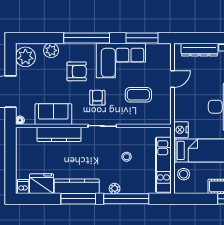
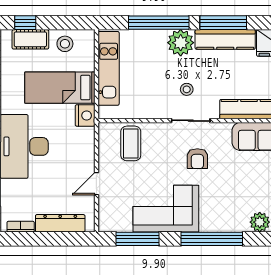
armchair: (77, 71) -> (225, 194), removed
coffee table: (138, 95) -> (131, 143), moved, turned 90
stool: (127, 157) -> (187, 89), moved
stool: (184, 174) -> (65, 44), moved
plant: (115, 188) -> (181, 43), width x1.88, depth x1.88

